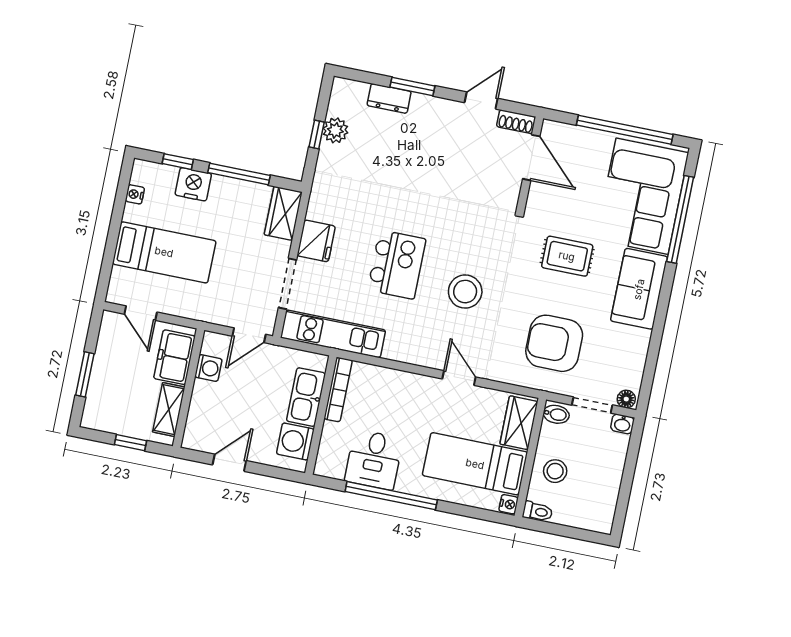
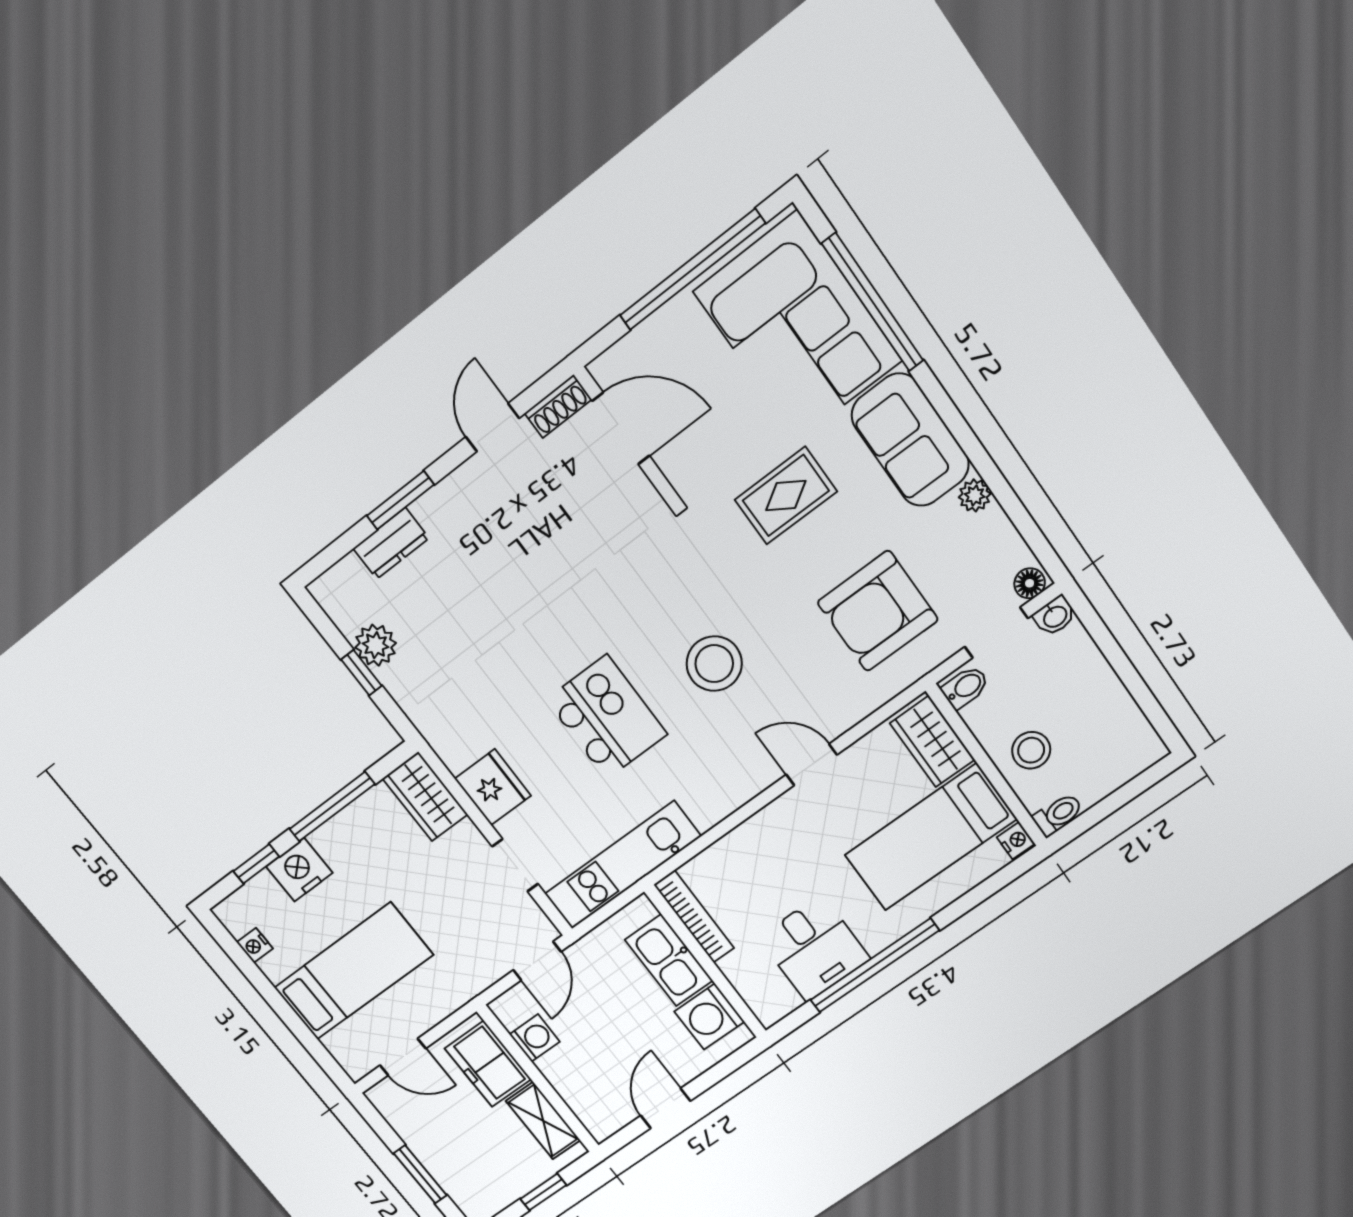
doorway: (287, 284) -> (515, 865), width x0.73
plant: (641, 339) -> (975, 495), added

